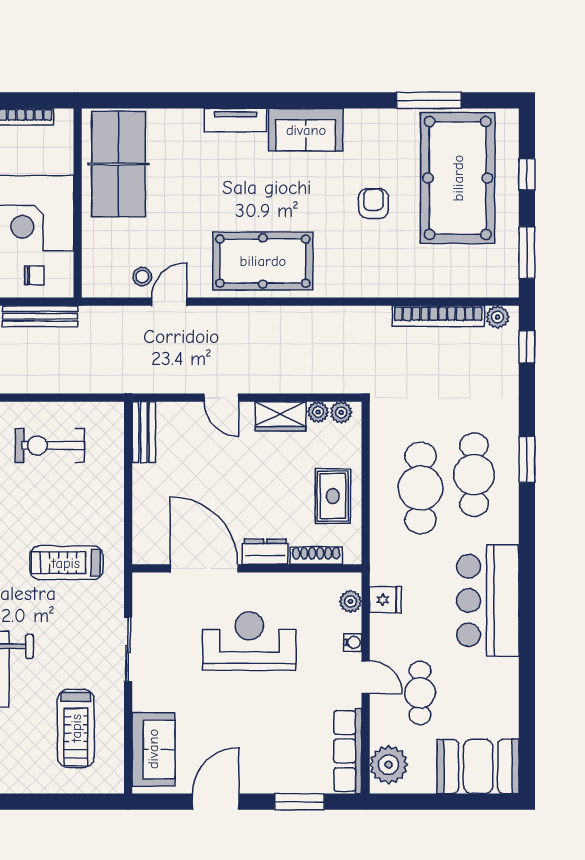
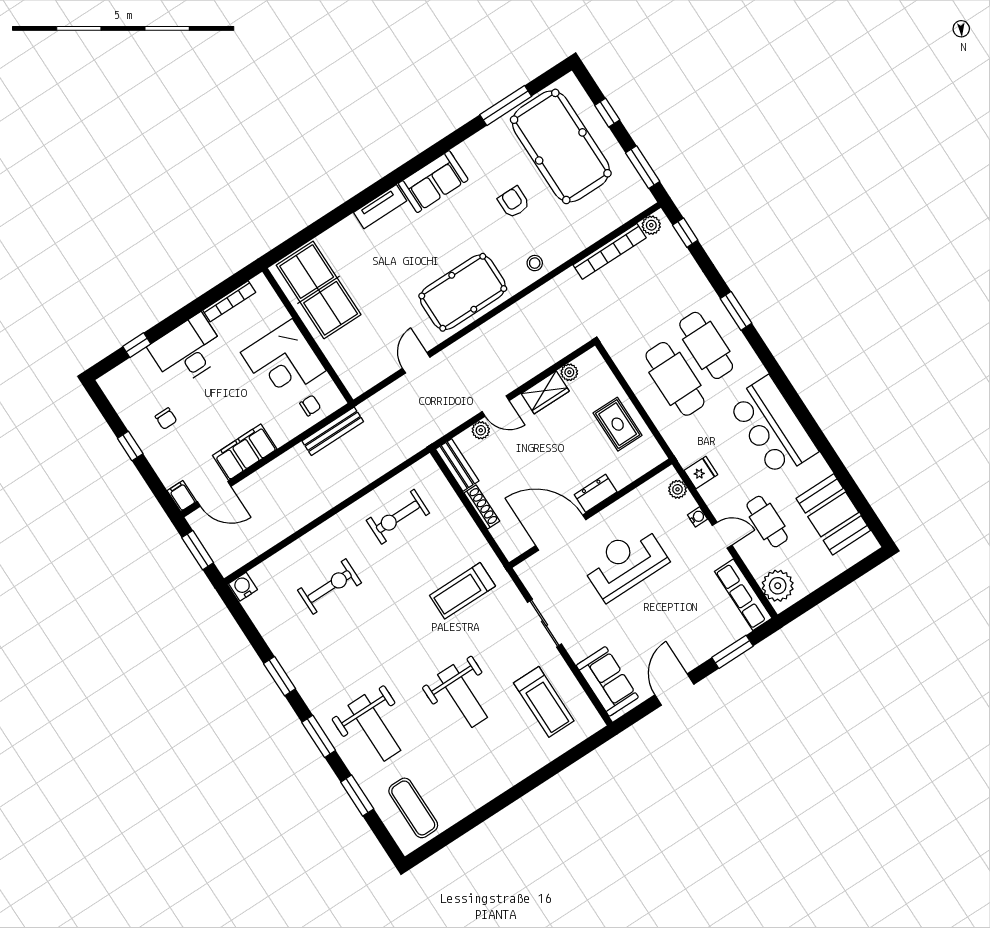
stool: (142, 277) -> (535, 263), moved
plant: (341, 412) -> (481, 430), moved
shoe rack: (316, 556) -> (482, 507), moved, turned 90
booth: (478, 766) -> (833, 514), moved, turned 90

